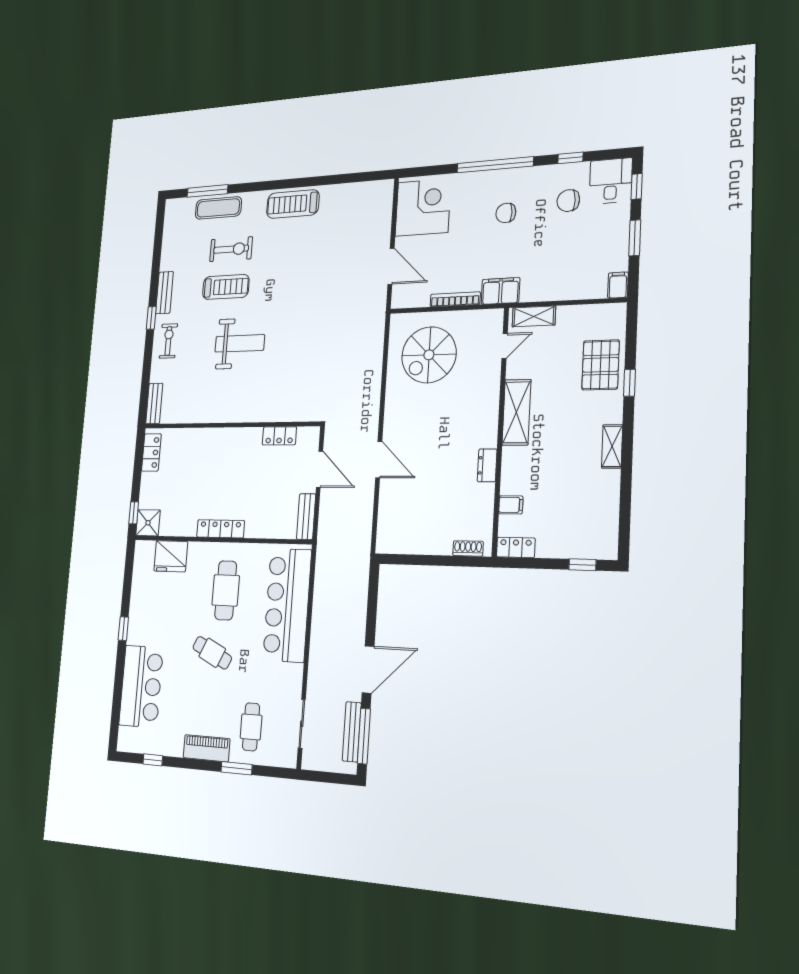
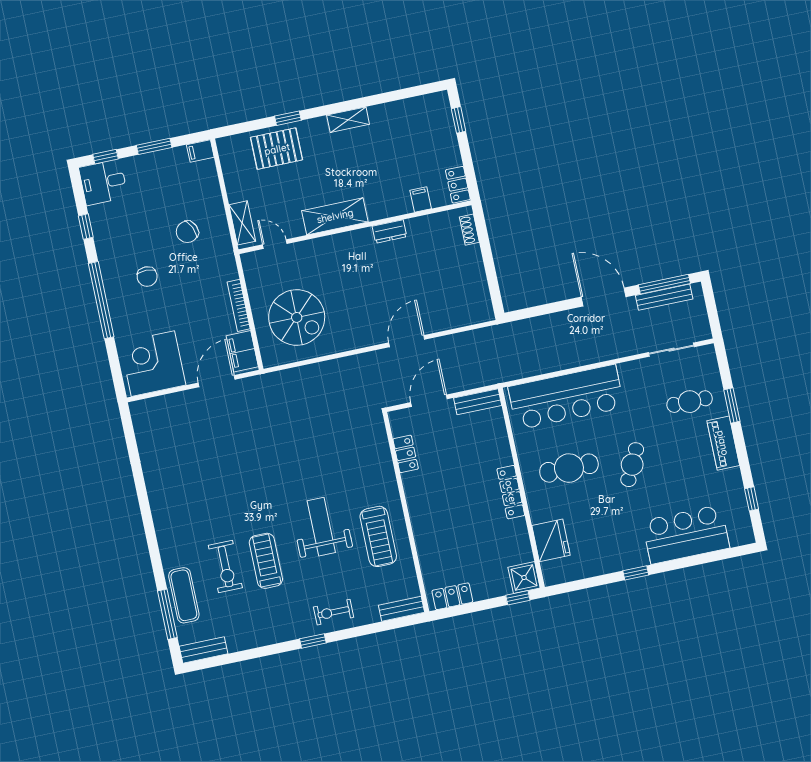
chair: (568, 201) -> (187, 232), moved, turned 66
treadmill: (293, 204) -> (378, 536), moved
exercise bike: (231, 249) -> (225, 567), turned 180
filing cabinet: (500, 291) -> (242, 351), moved
bench: (164, 293) -> (203, 650), moved

